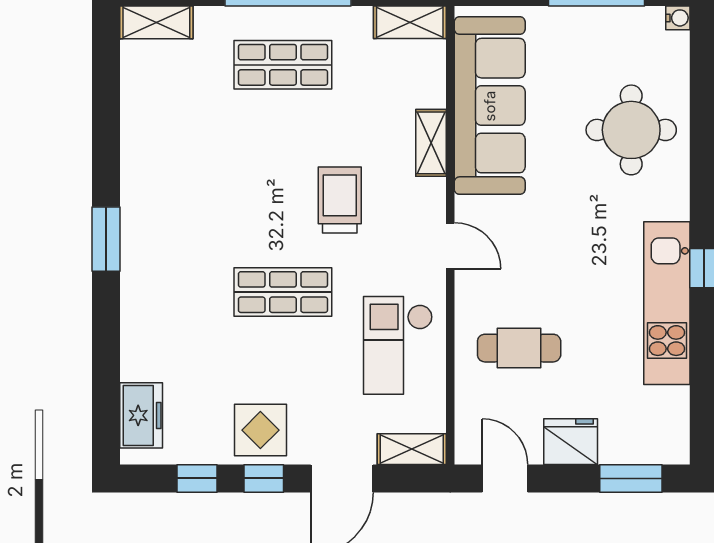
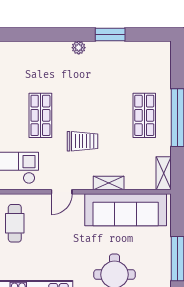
shelving: (156, 22) -> (164, 57), removed
plant: (135, 209) -> (79, 48), added
window: (106, 239) -> (110, 34), moved

